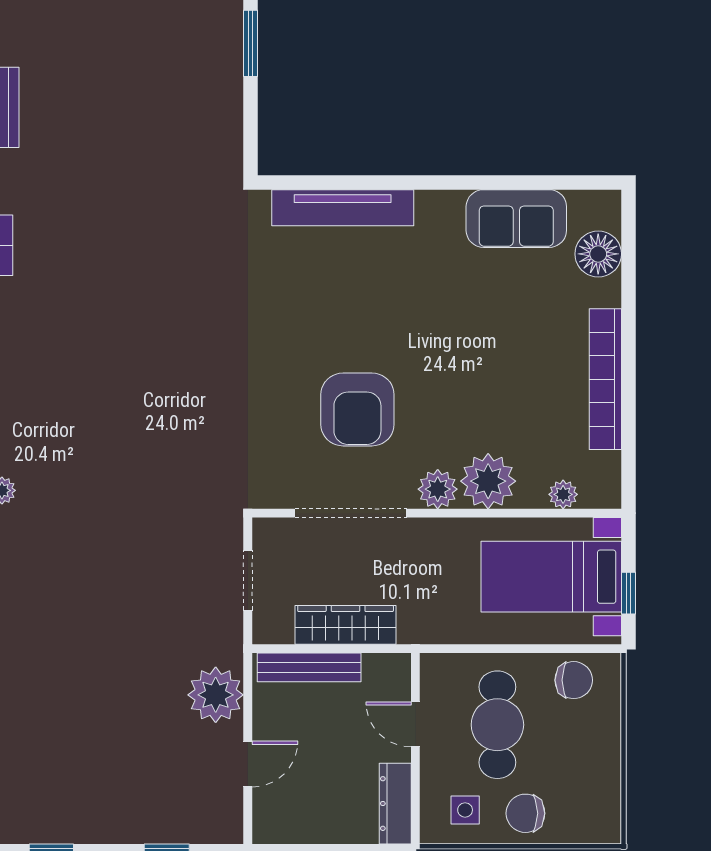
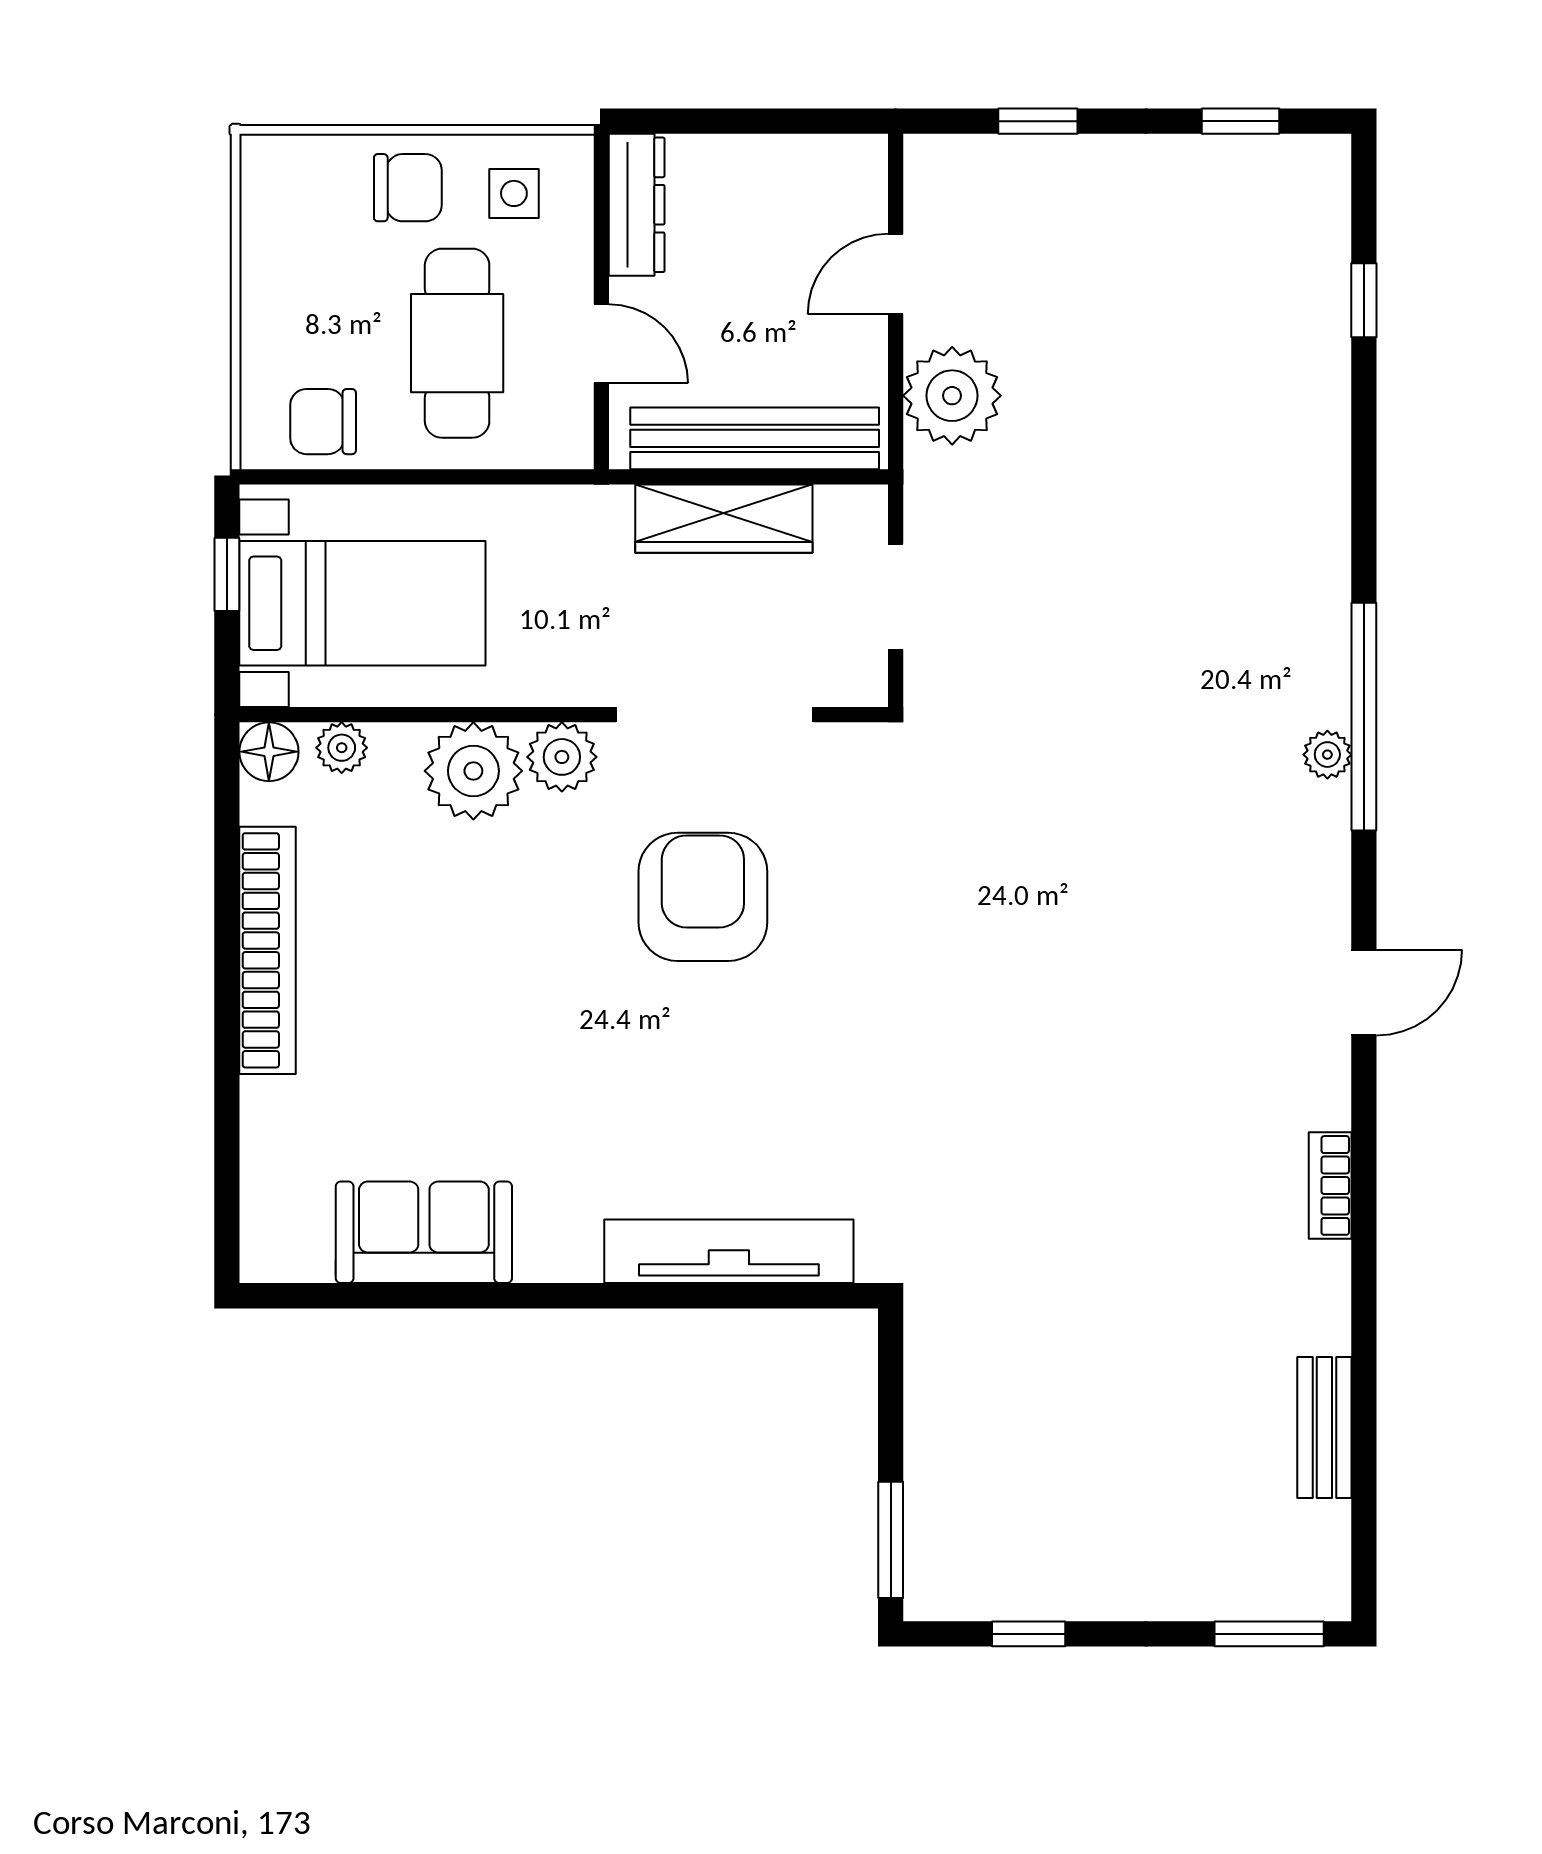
floor lamp: (598, 254) -> (269, 752), moved, width x0.73, depth x0.73
bench: (309, 667) -> (755, 438), width x1.37, depth x1.21

